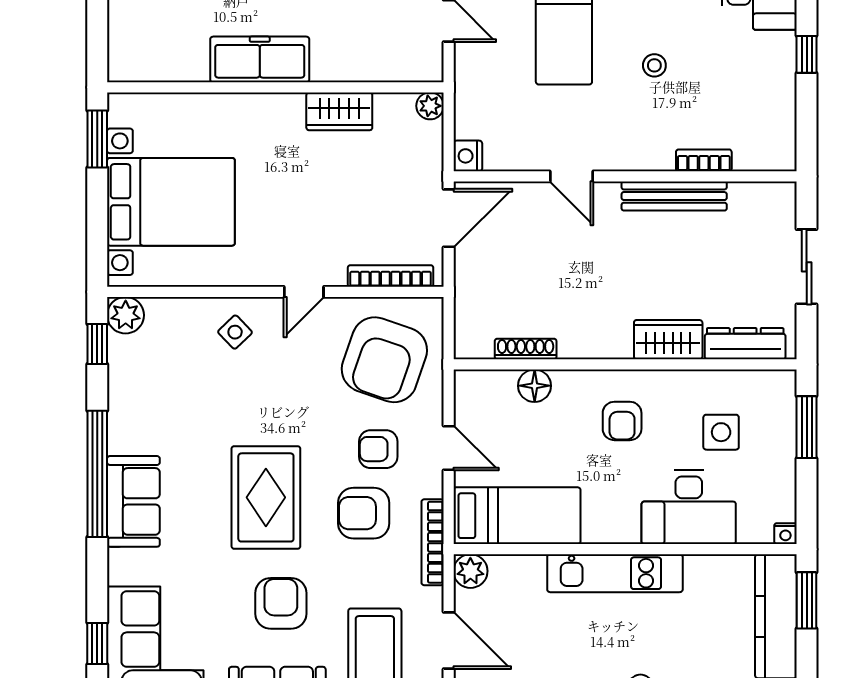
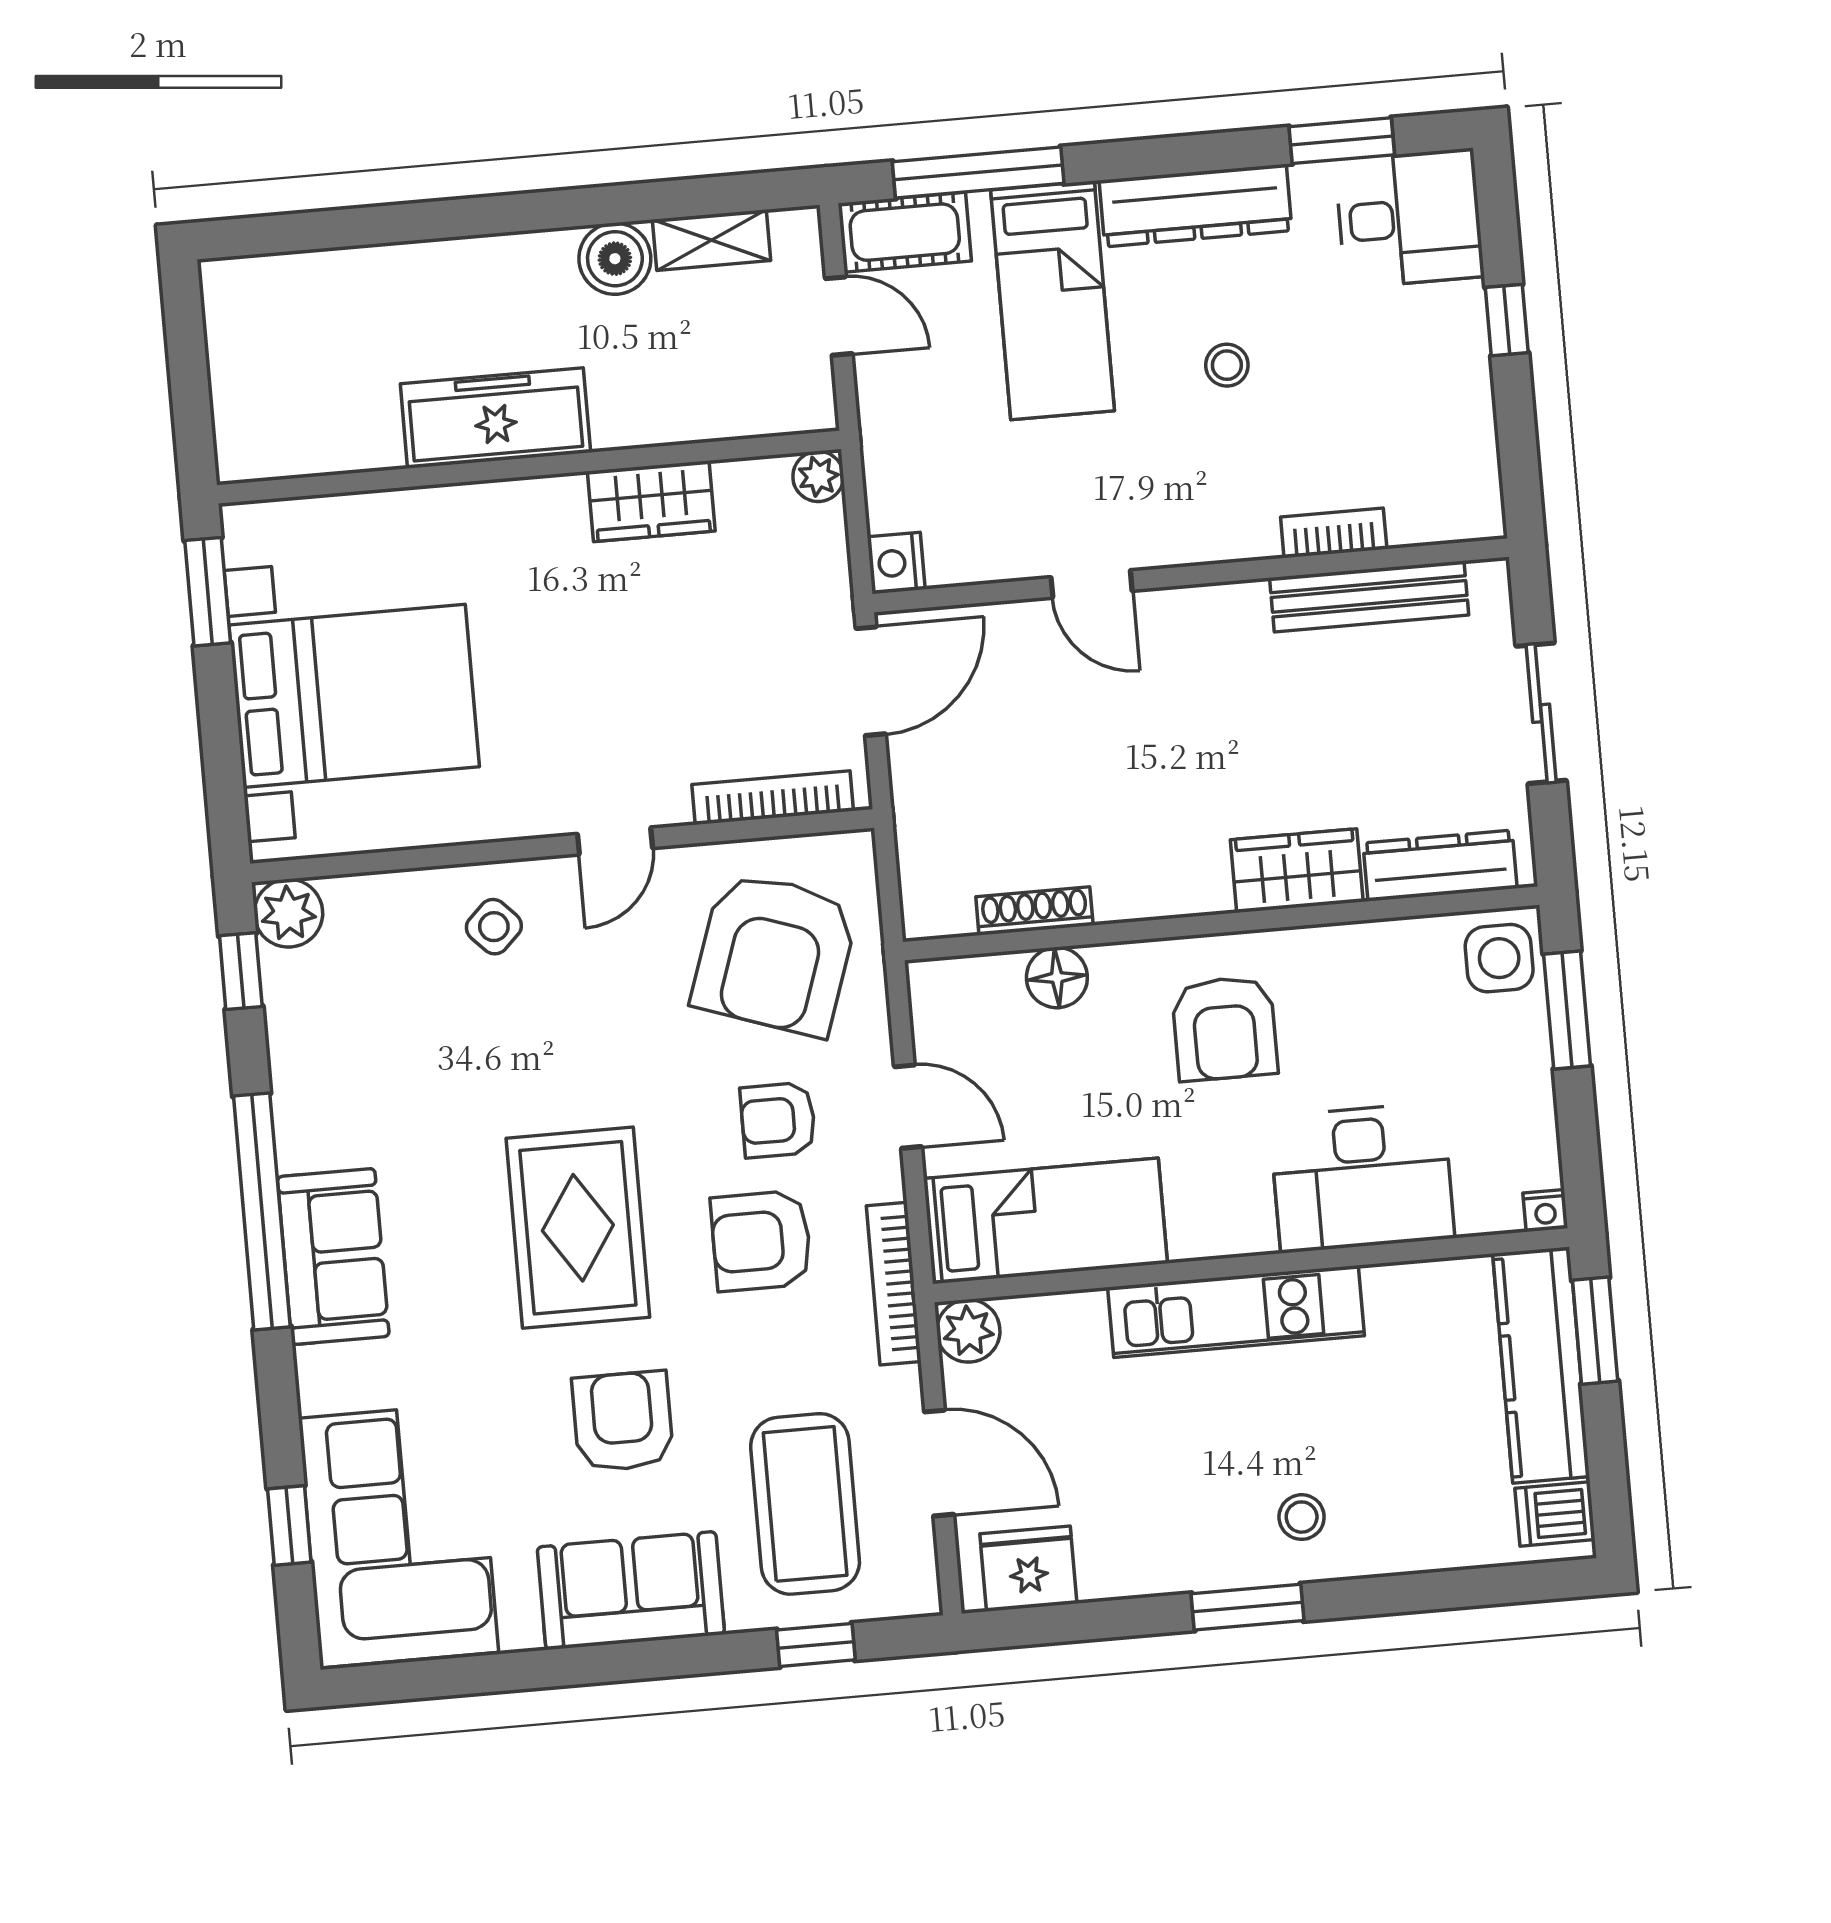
bench: (674, 196) -> (1369, 596), moved
armchair: (622, 421) -> (1225, 1029), width x1.38, depth x1.38
side table: (721, 432) -> (1499, 958), moved

